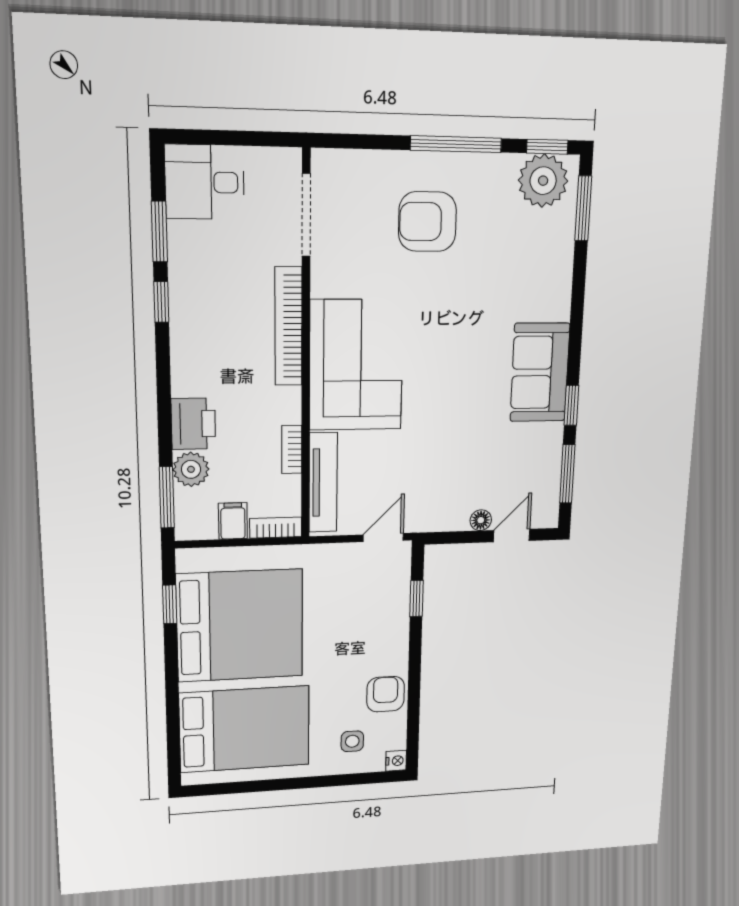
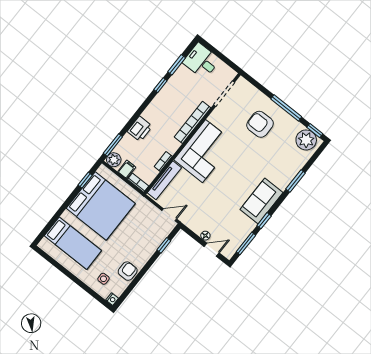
window: (583, 208) -> (295, 181), moved
plant: (191, 469) -> (114, 160), moved
bed: (245, 729) -> (73, 243), width x0.67

